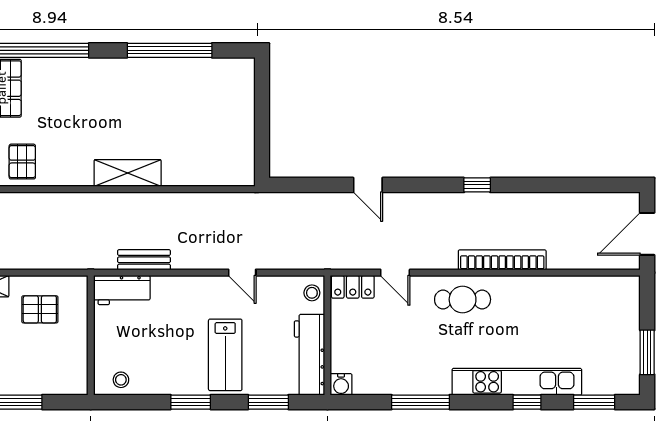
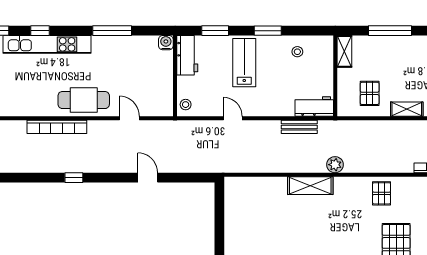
plant: (91, 204) -> (335, 165), added
locker: (353, 287) -> (158, 109), removed
cafe table: (463, 299) -> (84, 100), width x1.37, depth x1.35
pallet: (40, 309) -> (370, 93), turned 90
workbench: (309, 355) -> (187, 55), width x0.73
shelving: (77, 371) -> (344, 51), added
stool: (121, 380) -> (297, 52), moved

